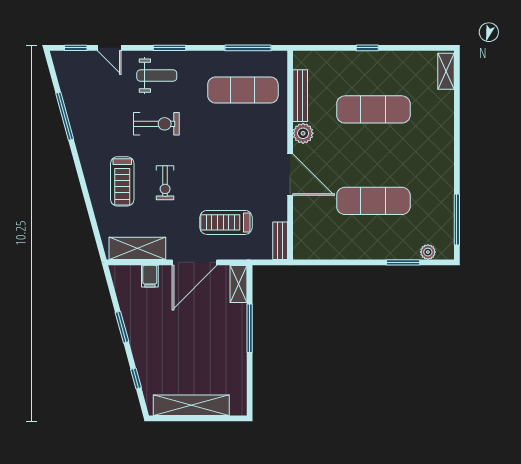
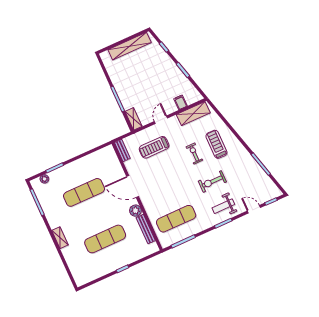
shelving: (446, 71) -> (60, 238), moved
treadmill: (226, 222) -> (154, 147), turned 180
door: (195, 262) -> (161, 120), width x0.53

